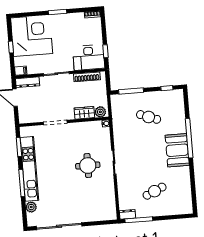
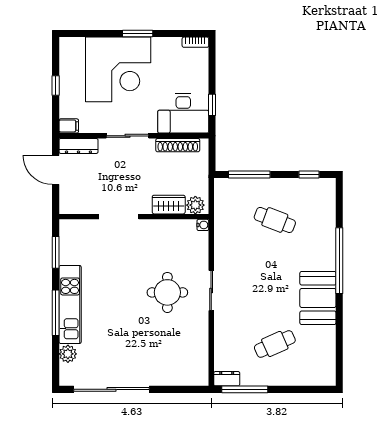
corner desk: (32, 36) -> (118, 69), moved, turned 90
booth: (177, 150) -> (318, 298), moved
kitchen unit: (29, 169) -> (70, 304), width x0.73

